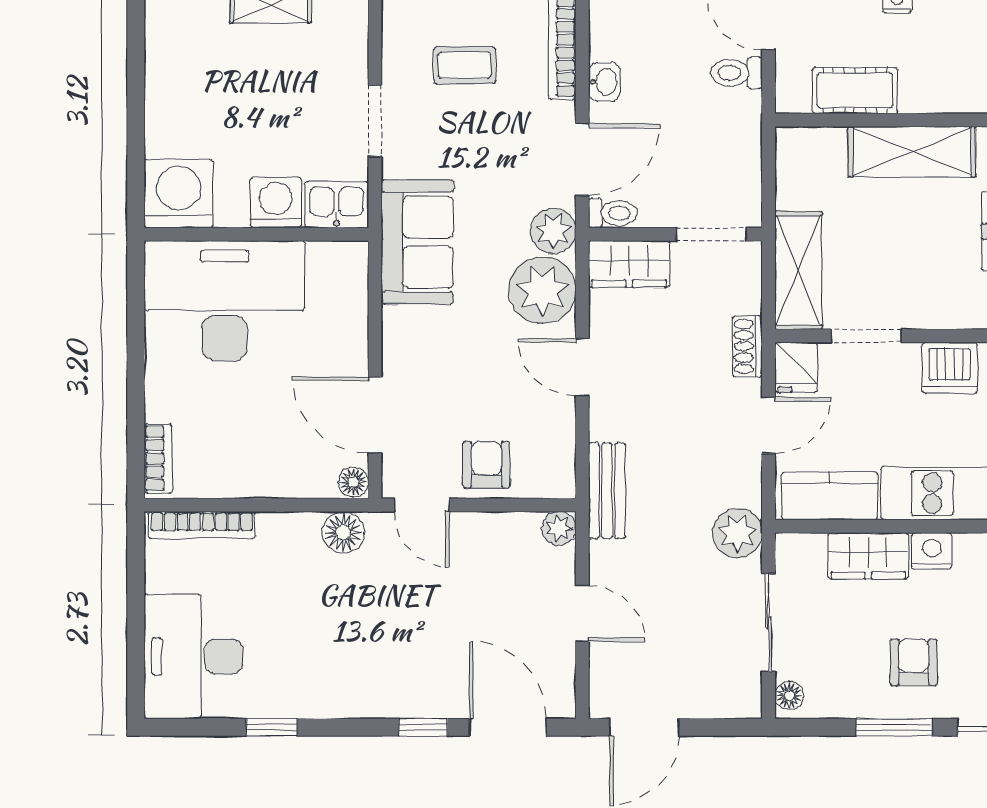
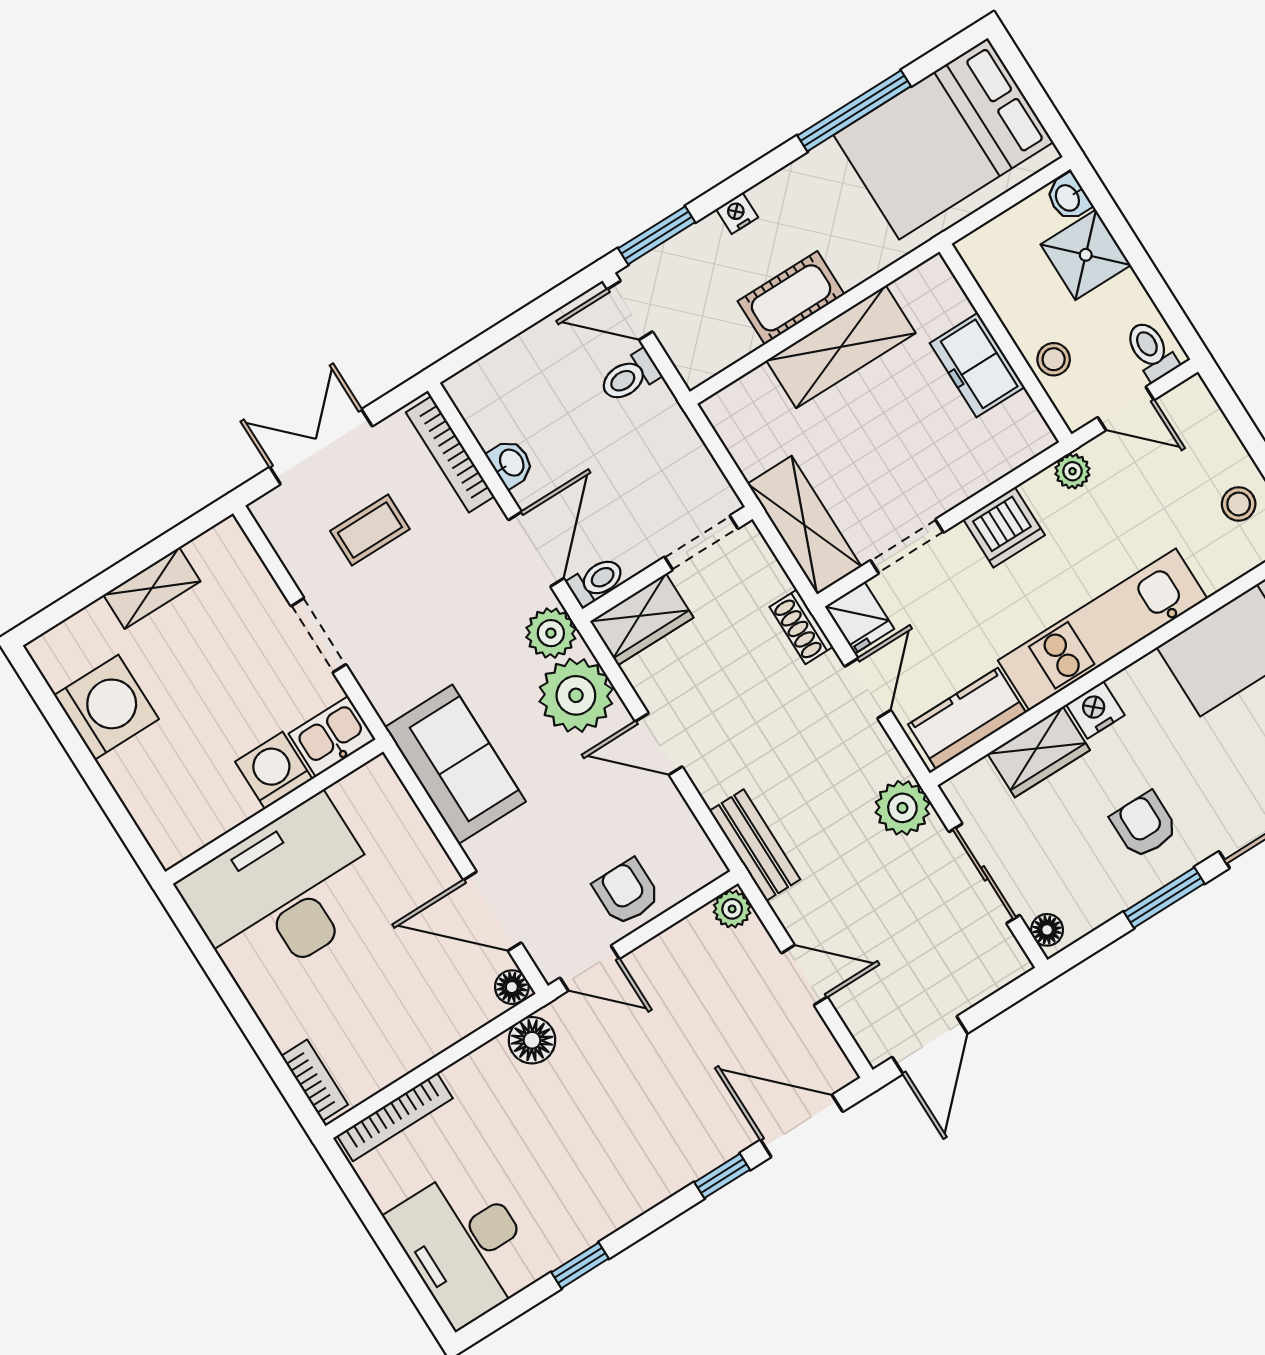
cot: (855, 90) -> (791, 298), moved
washing machine: (179, 193) -> (106, 707), moved, turned 90
sofa: (417, 242) -> (455, 764), moved

